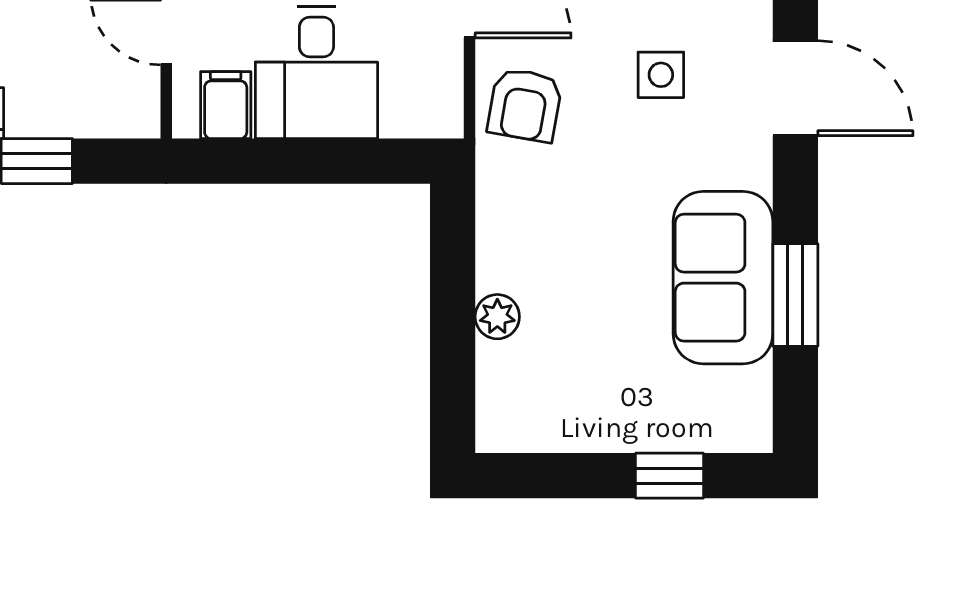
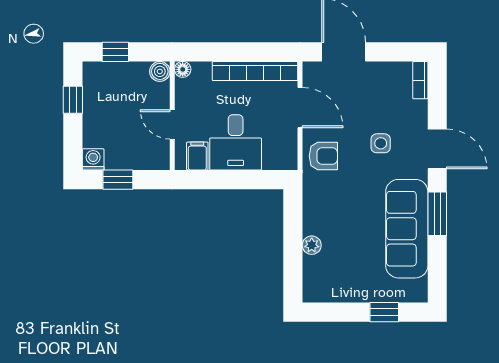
armchair: (525, 105) -> (323, 156), turned -100
sofa: (723, 278) -> (407, 229), width x1.36
window: (795, 295) -> (437, 214), moved

